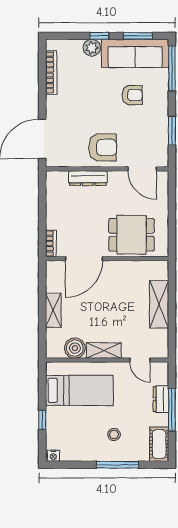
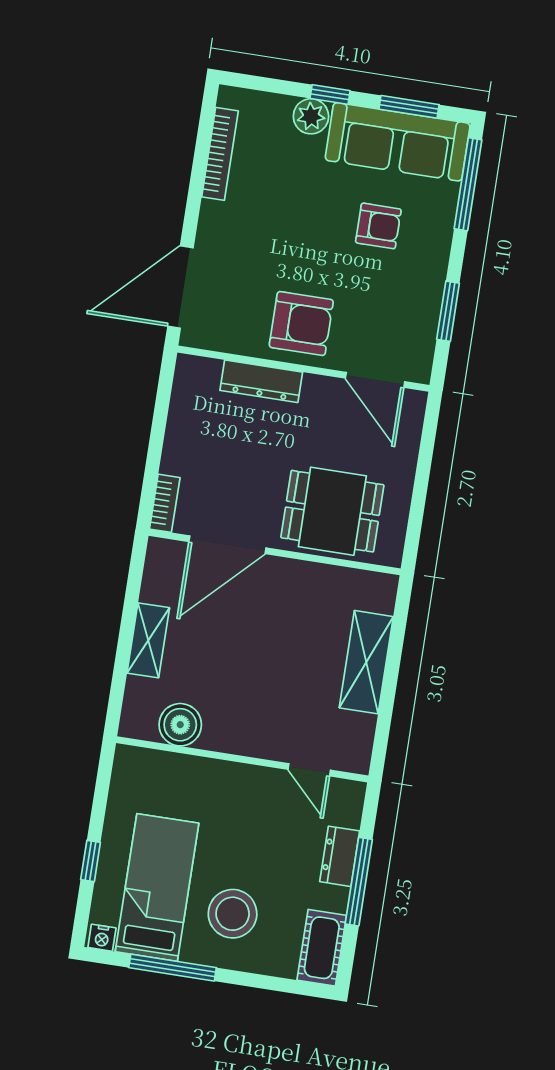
shelving: (104, 351) -> (239, 739), removed
bed: (79, 390) -> (157, 887), moved, turned -90
stool: (114, 434) -> (233, 914), width x1.89, depth x1.89
window: (117, 465) -> (173, 968), moved

